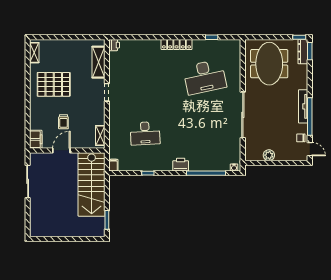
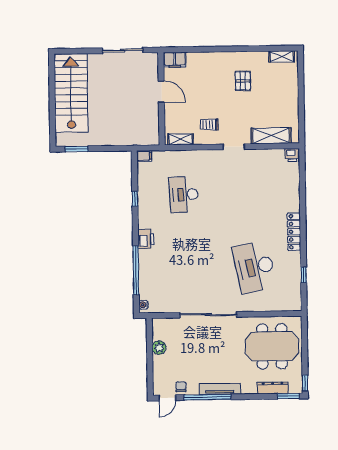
dresser: (303, 52) -> (273, 388), moved
pallet: (54, 84) -> (243, 81), width x0.49, depth x0.50
trolley: (63, 122) -> (209, 125), moved
stairs: (92, 184) -> (71, 93), moved, turned 90

